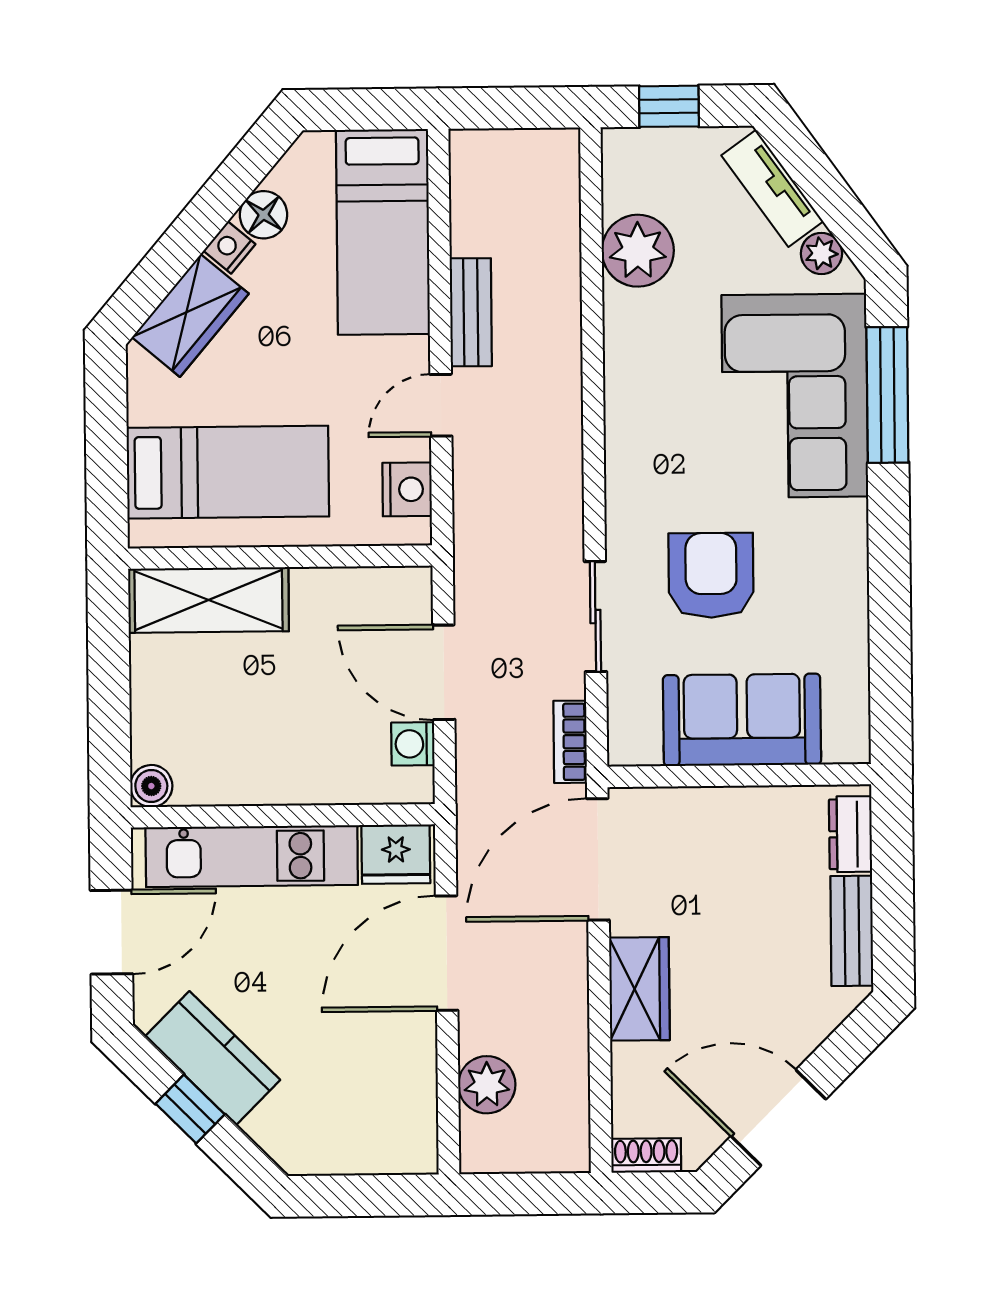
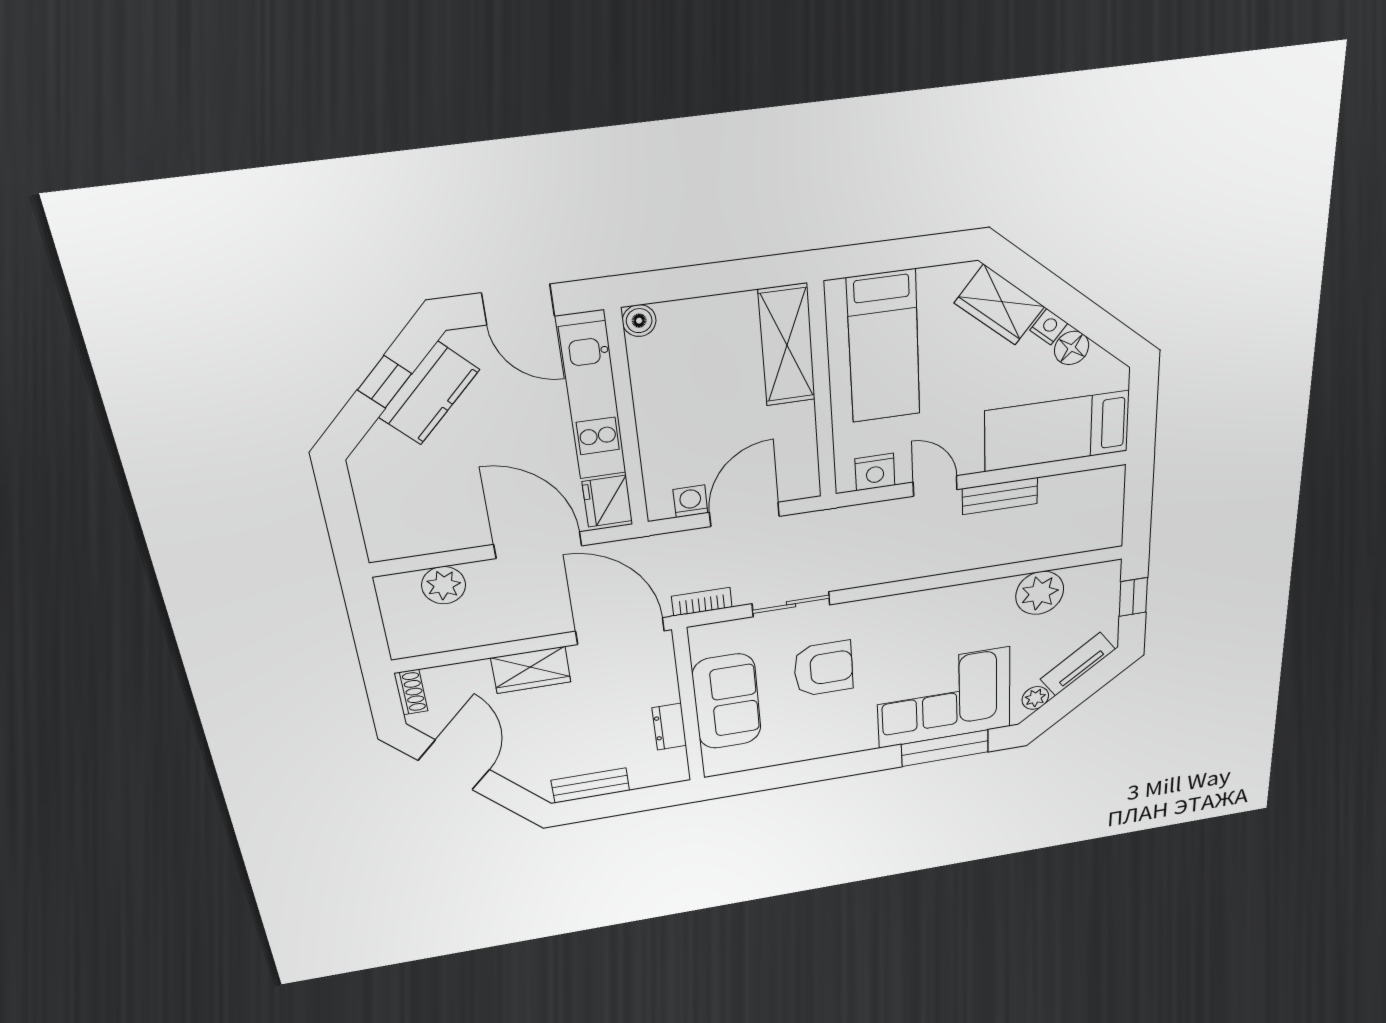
dresser: (851, 834) -> (669, 727), moved, turned -90

